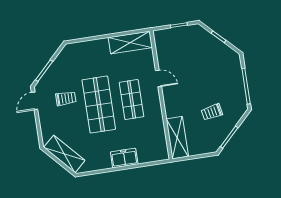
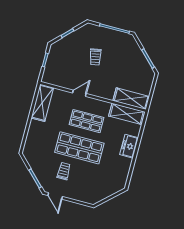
trolley: (212, 112) -> (95, 57), moved
shelving: (64, 154) -> (127, 114), moved, turned 42

